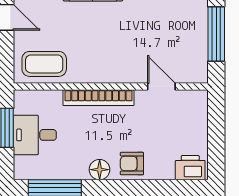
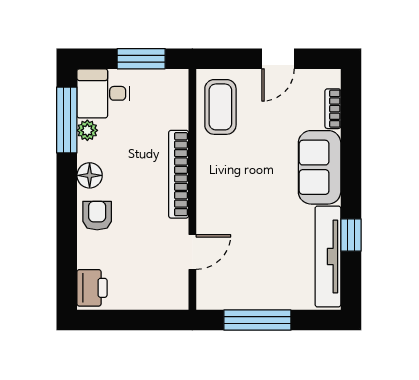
desk: (35, 135) -> (103, 93), moved, turned -90
plant: (63, 171) -> (87, 130), added

